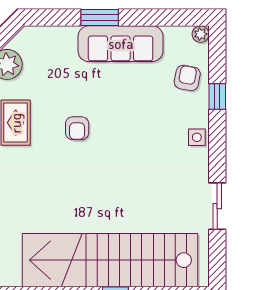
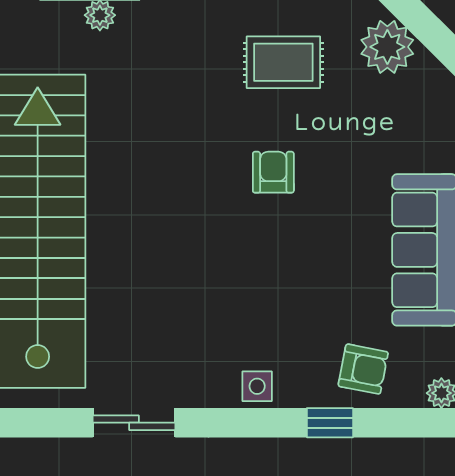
armchair: (77, 128) -> (273, 172), turned 90

